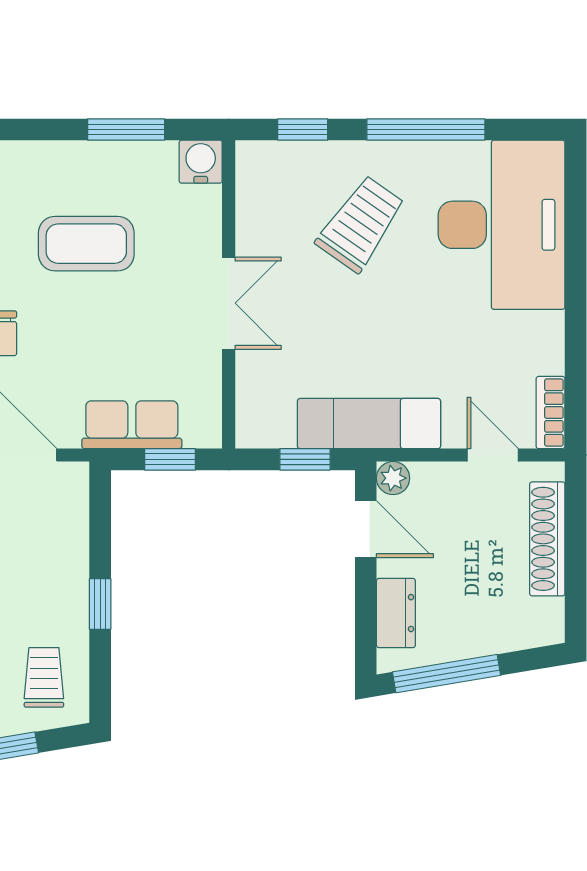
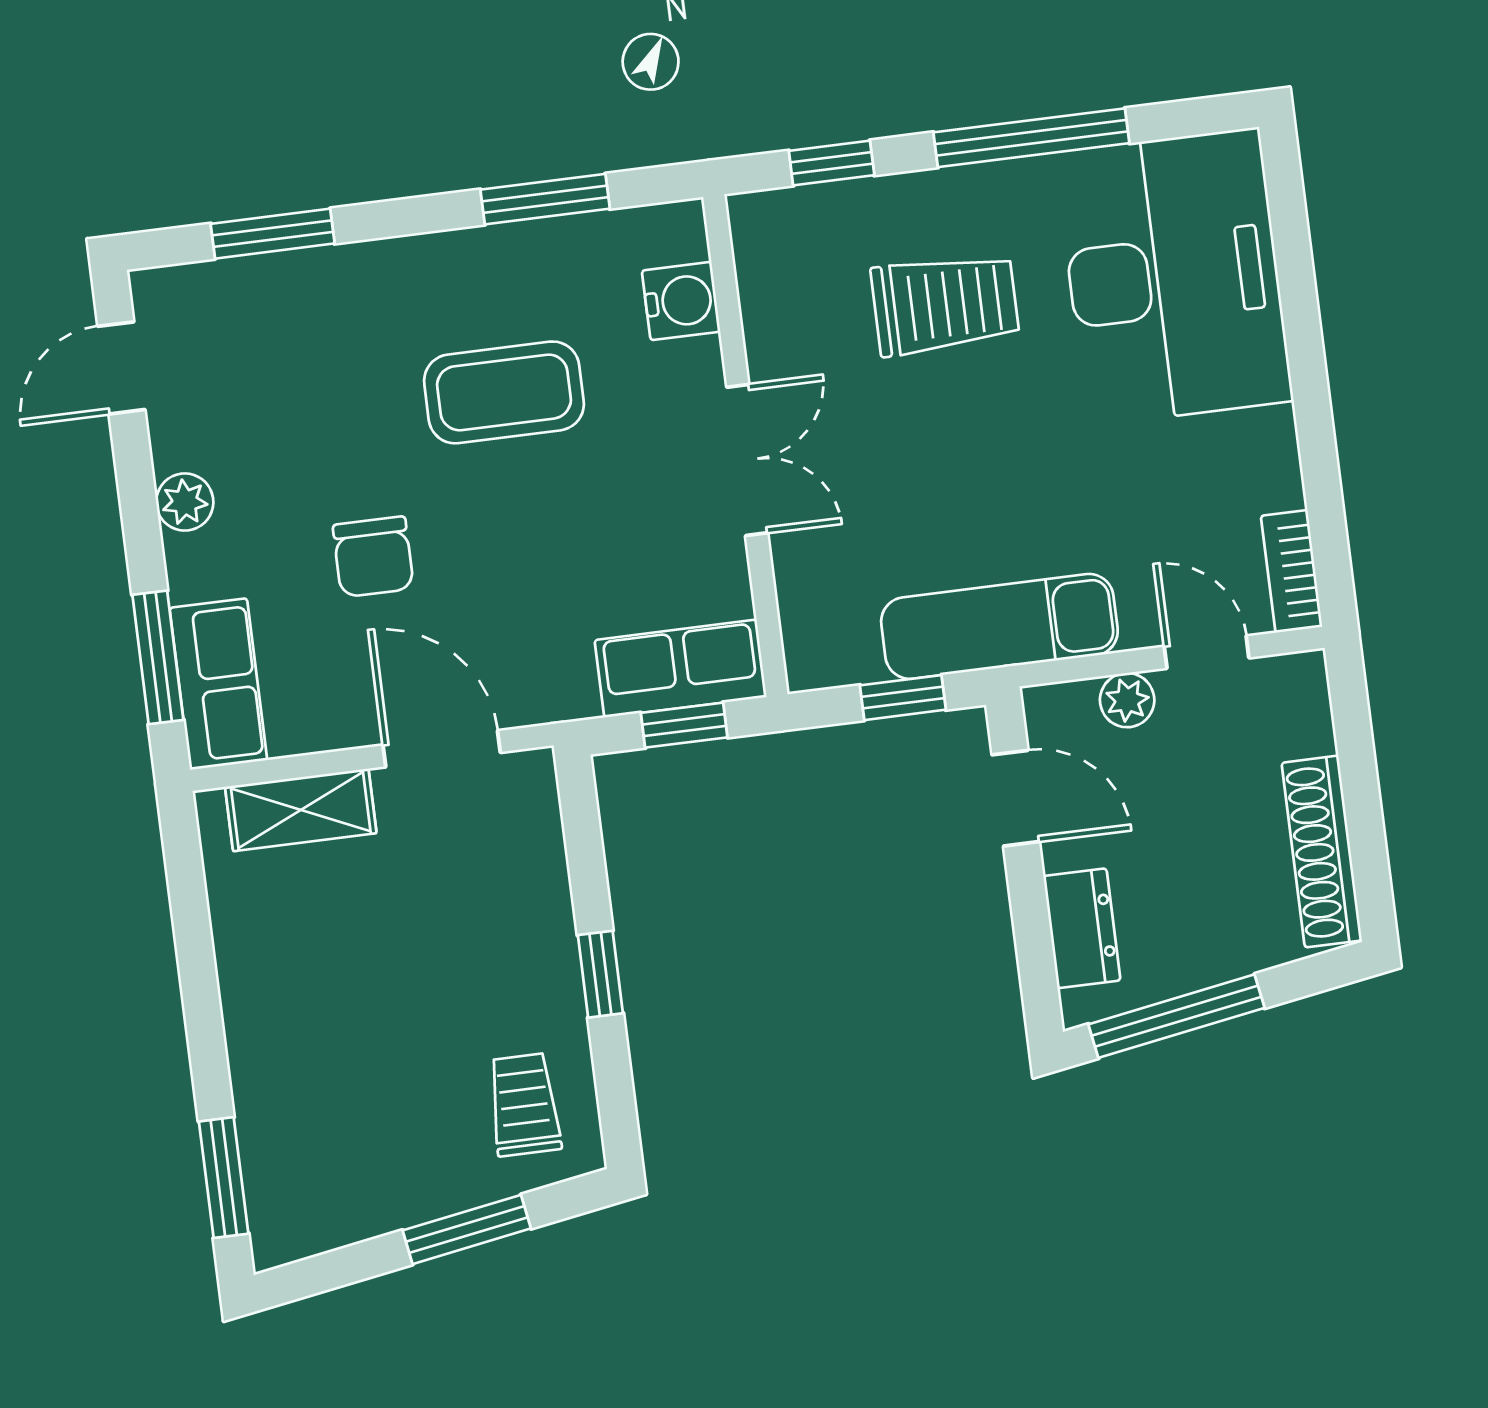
water cooler: (201, 162) -> (681, 301), moved, turned 90
trolley: (361, 224) -> (945, 304), turned 55
row of seats: (132, 425) -> (681, 669), moved
plant: (393, 478) -> (1127, 700), moved
shoe rack: (547, 539) -> (1322, 852), moved

